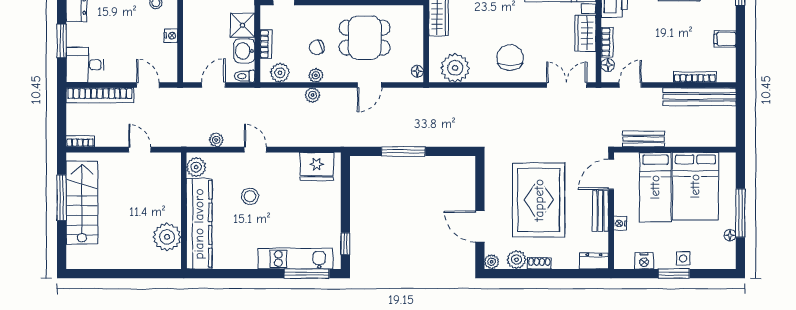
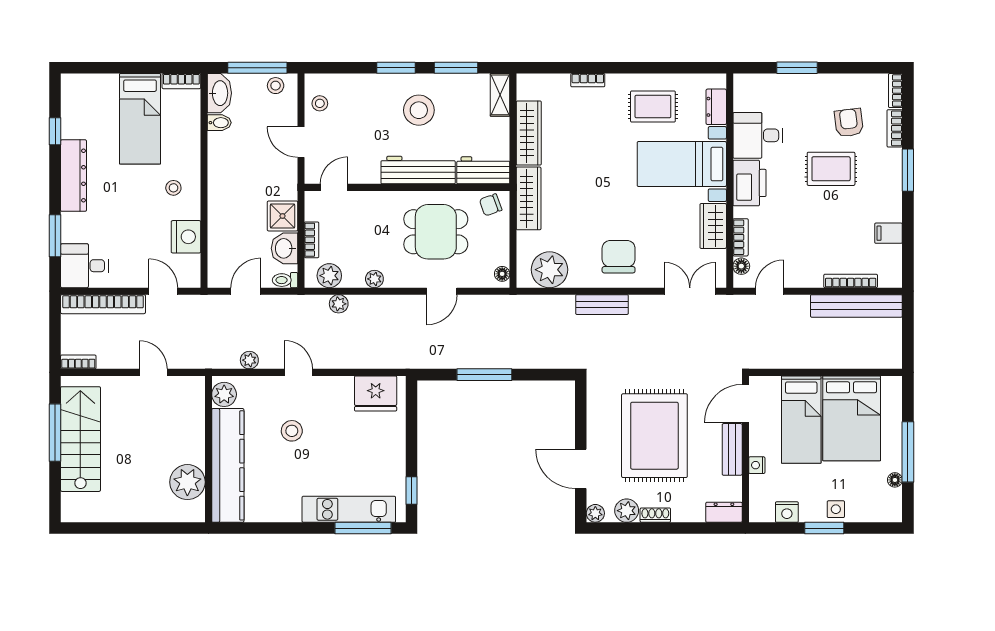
nightstand: (171, 36) -> (186, 237), width x1.89, depth x1.79
chair: (317, 47) -> (491, 205), moved
plant: (313, 95) -> (339, 304), moved
bench: (644, 139) -> (602, 305), moved

